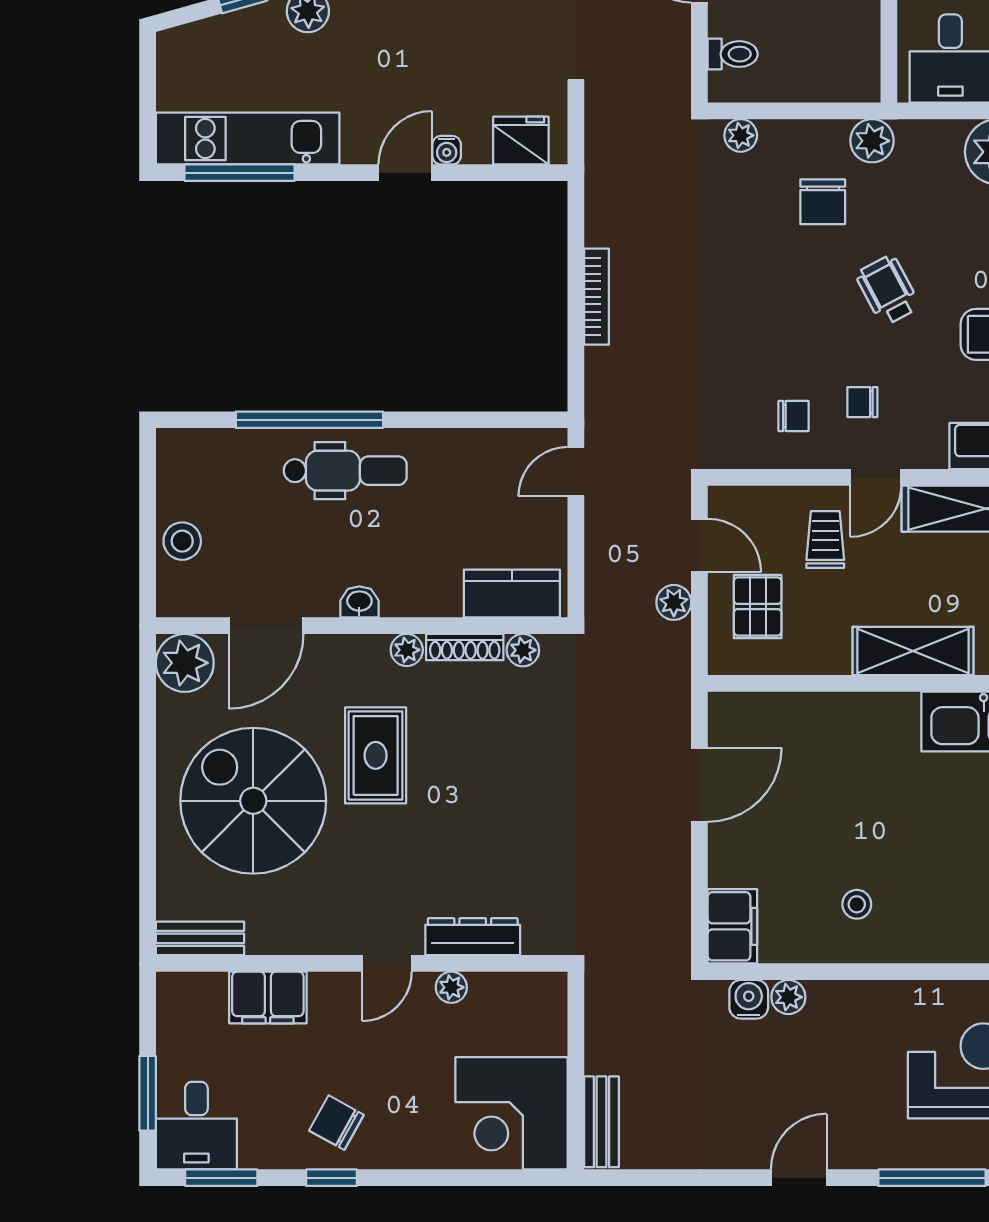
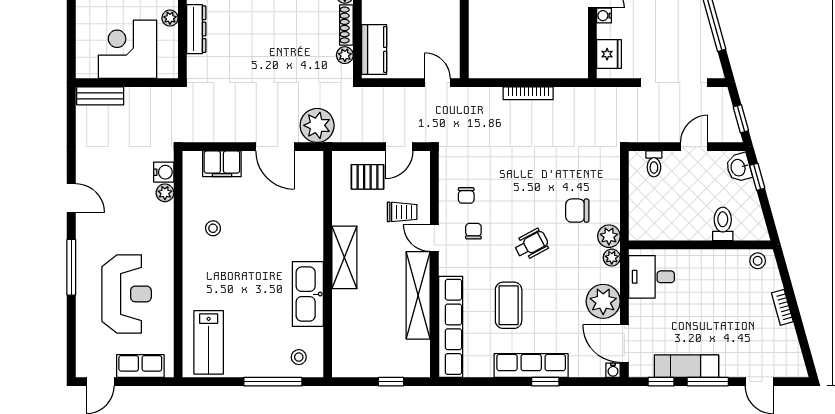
plant: (741, 135) -> (612, 258), moved
plant: (674, 602) -> (317, 125), moved, width x1.87, depth x1.87
filing cabinet: (732, 926) -> (222, 164), moved
corner desk: (512, 1113) -> (128, 49), moved

